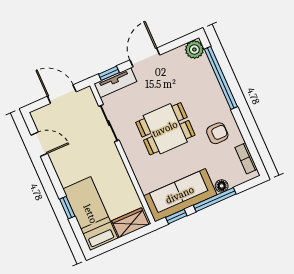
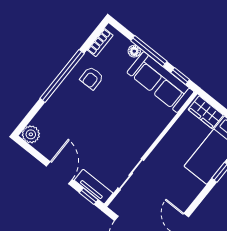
door: (145, 57) -> (59, 173), swing flipped
window: (221, 78) -> (62, 76), moved
dining table: (165, 129) -> (111, 124), removed
armchair: (217, 133) -> (92, 78), turned -91

